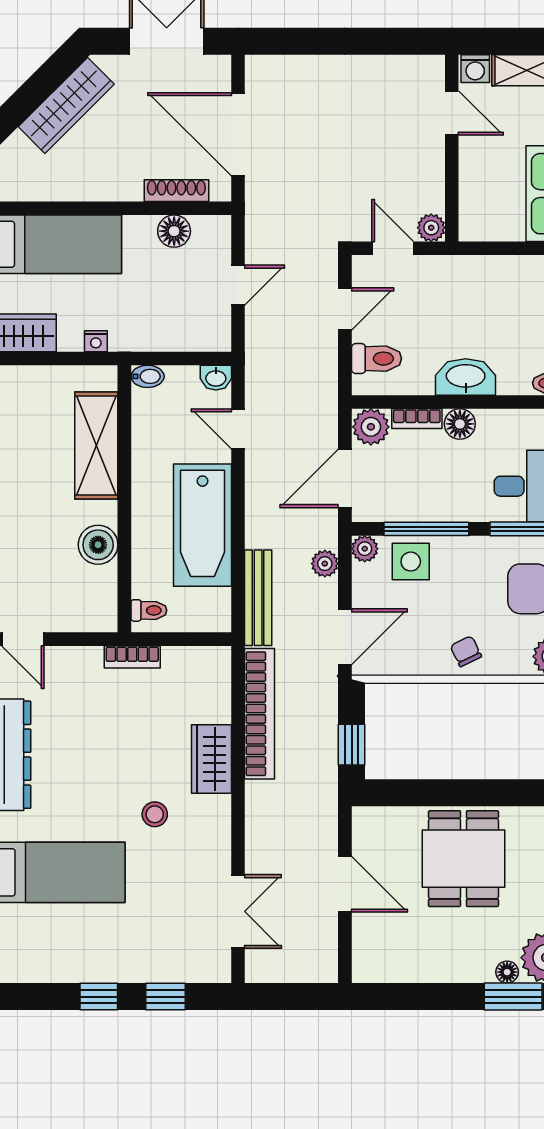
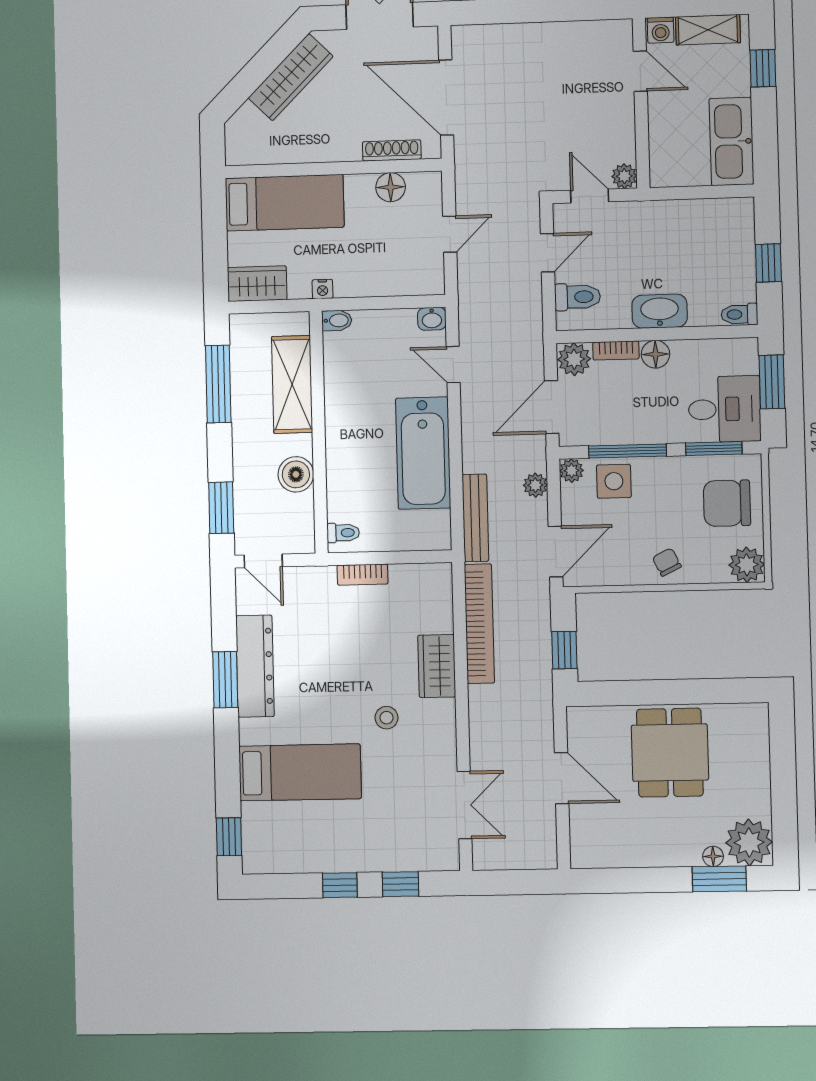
bidet: (148, 376) -> (337, 320), moved
shelving: (96, 445) -> (292, 384), moved
wall: (124, 499) -> (319, 432), moved
boiler: (98, 545) -> (296, 474), moved
toilet: (149, 610) -> (343, 533), moved

